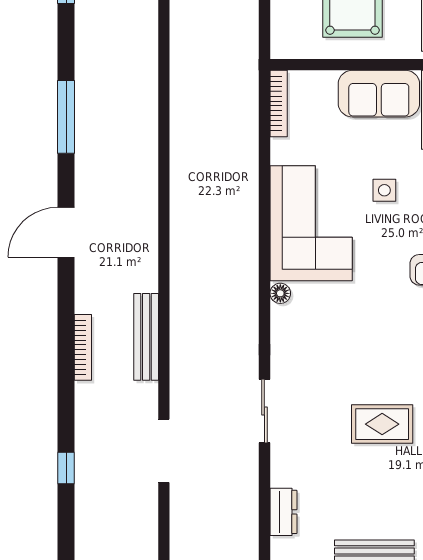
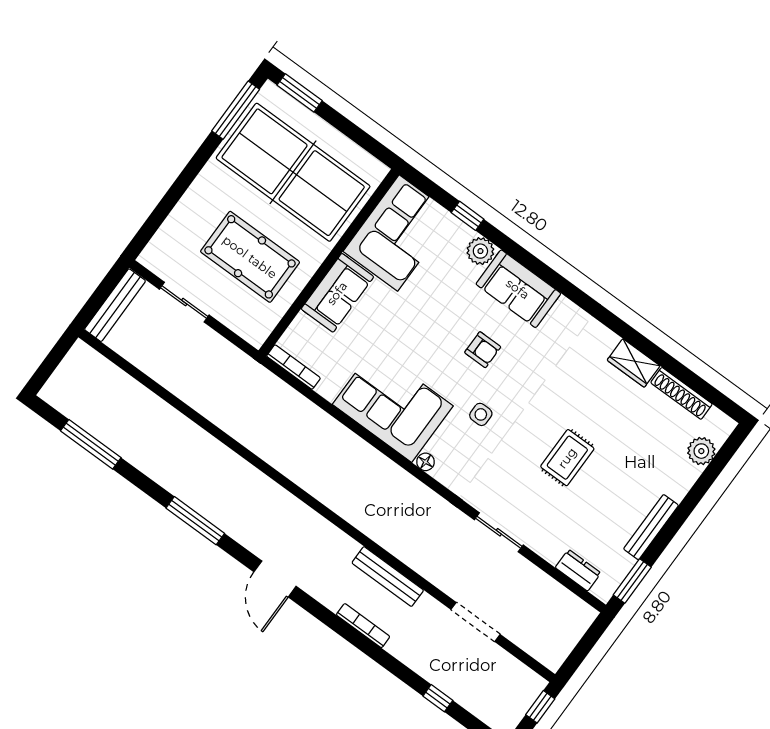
side table: (384, 190) -> (481, 414), moved

